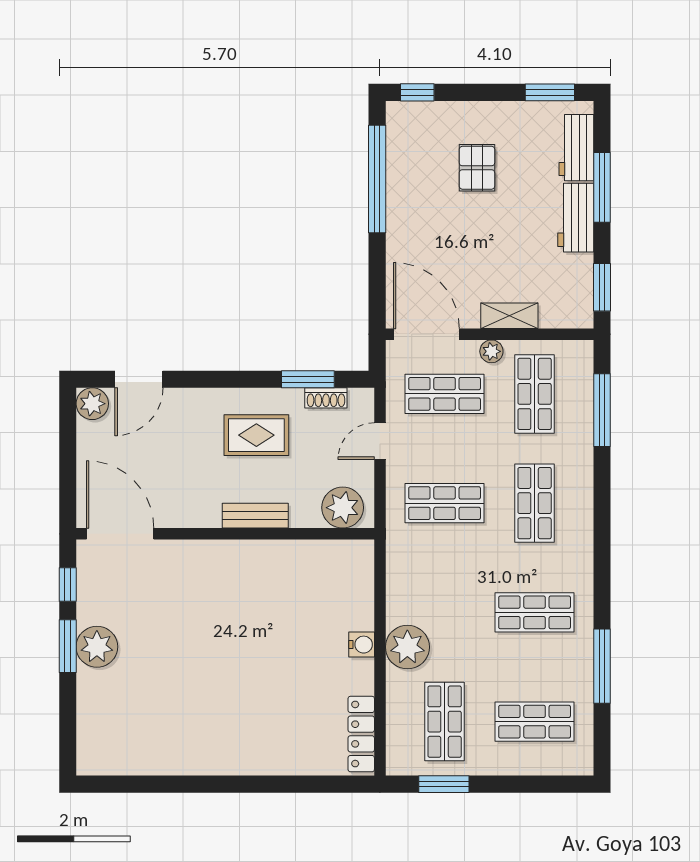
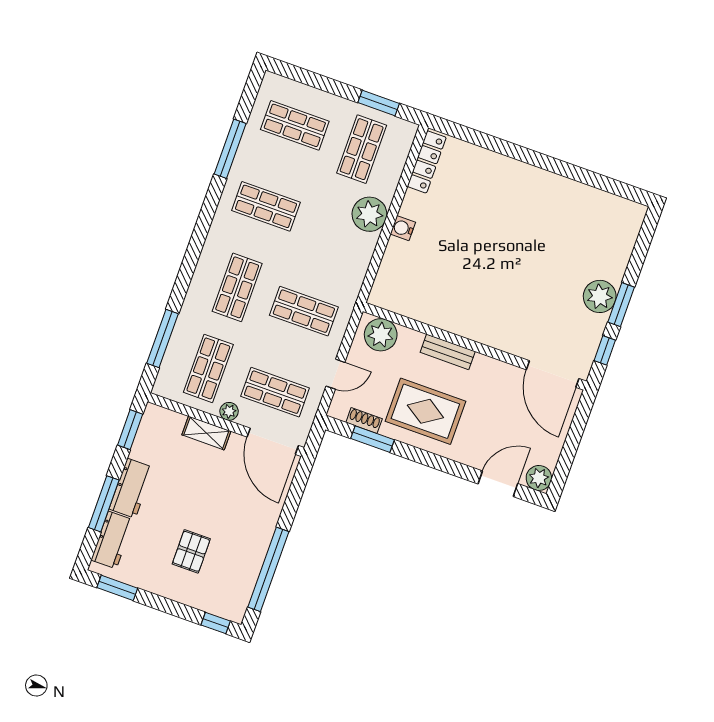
rug: (256, 435) -> (425, 411), width x1.36, depth x1.43

